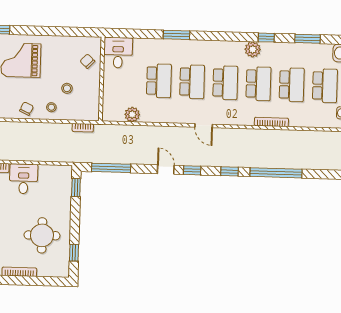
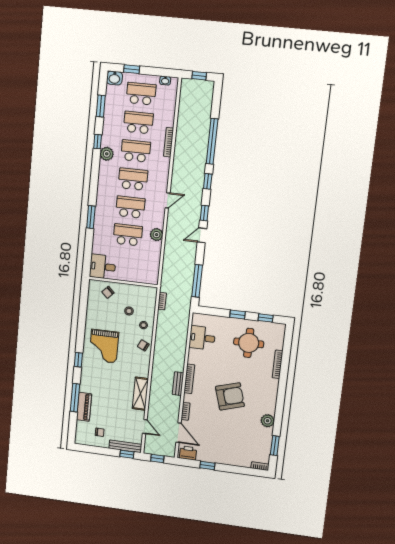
plant: (132, 114) -> (157, 235), moved
desk: (24, 179) -> (202, 338), moved
window: (76, 188) -> (237, 314), moved

